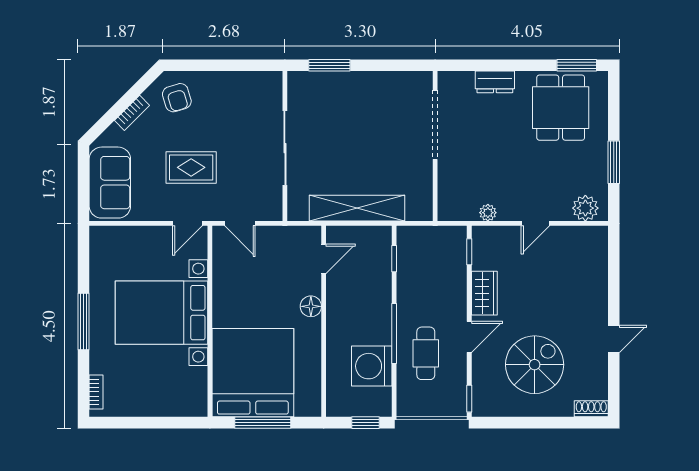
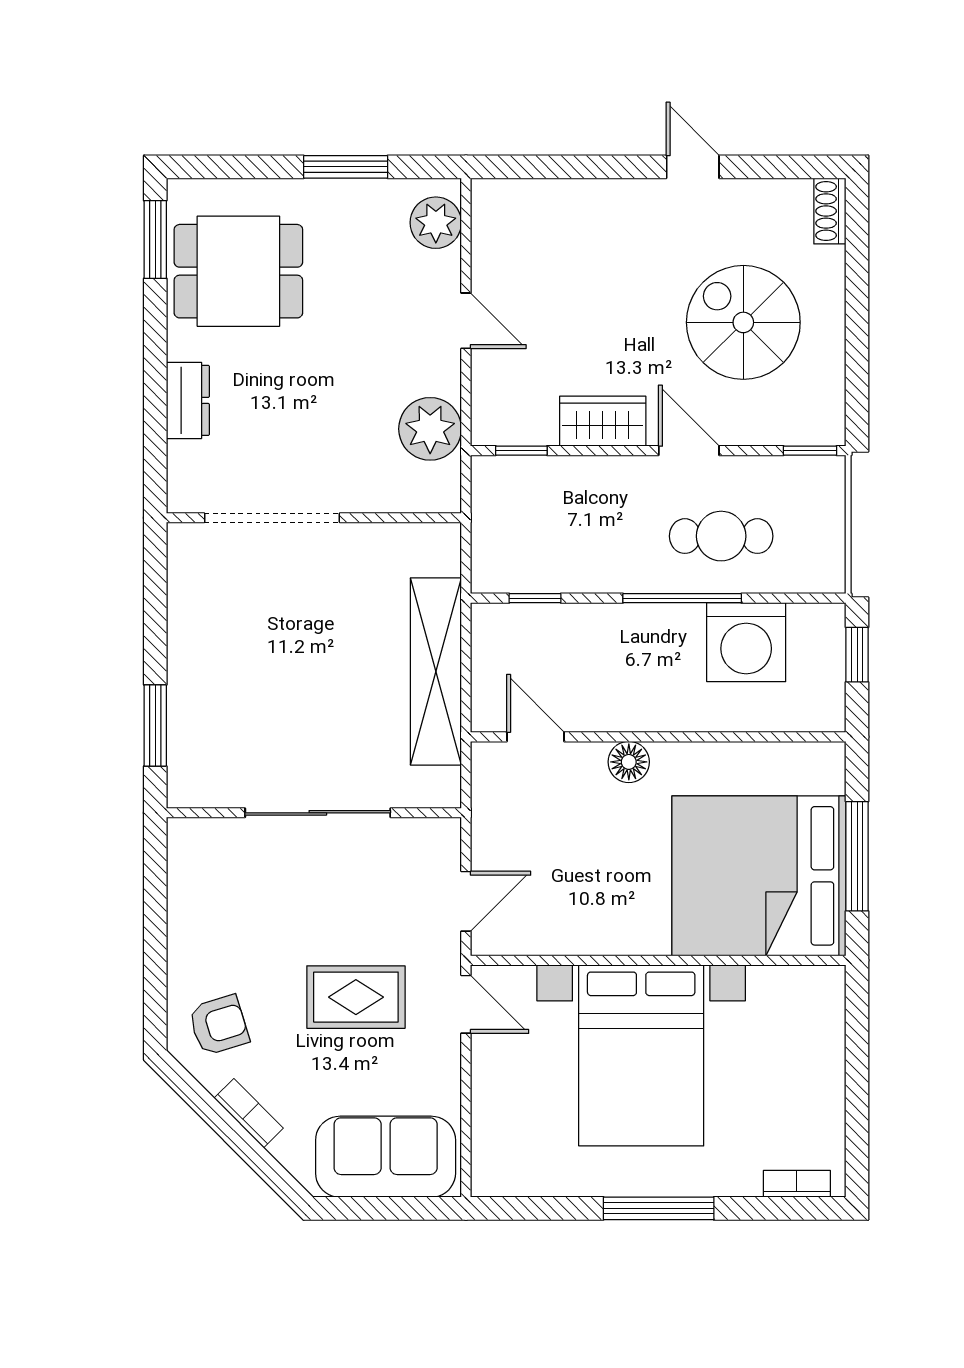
rug: (191, 167) -> (356, 997), turned 90
plant: (488, 213) -> (430, 429), width x1.88, depth x1.88

